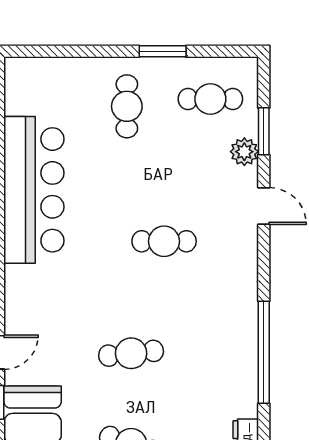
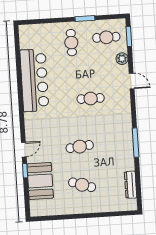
window: (264, 131) -> (129, 36), moved
window: (264, 352) -> (136, 143), width x0.68

